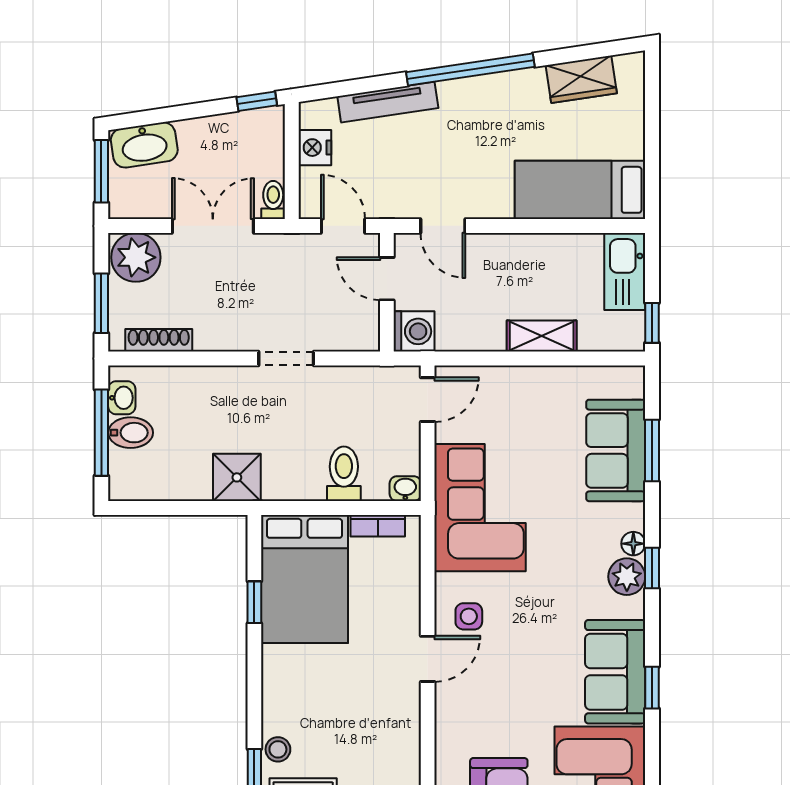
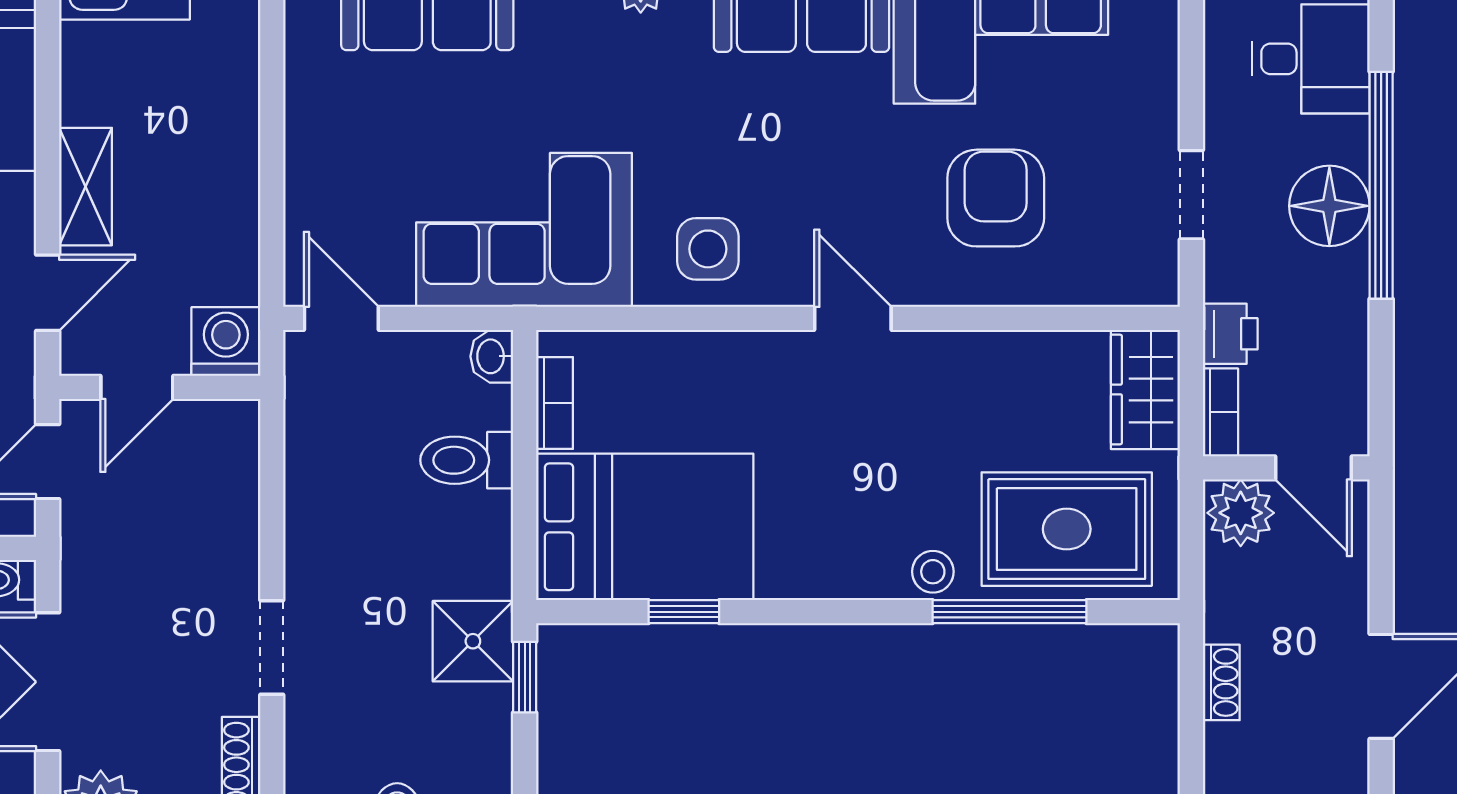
shelving: (542, 336) -> (86, 187), moved
doorway: (286, 359) -> (272, 647), moved
window: (216, 508) -> (525, 677), added
side table: (469, 616) -> (708, 249), width x1.37, depth x1.37
door: (428, 659) -> (853, 318), moved

